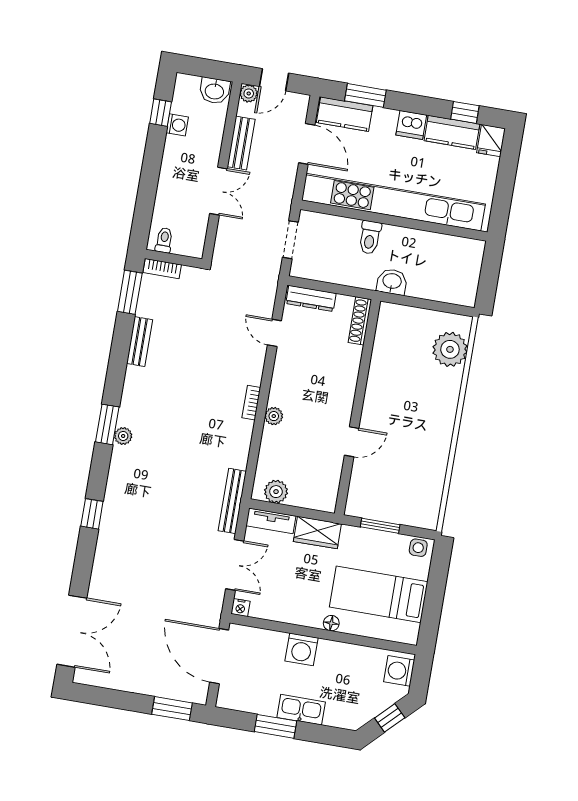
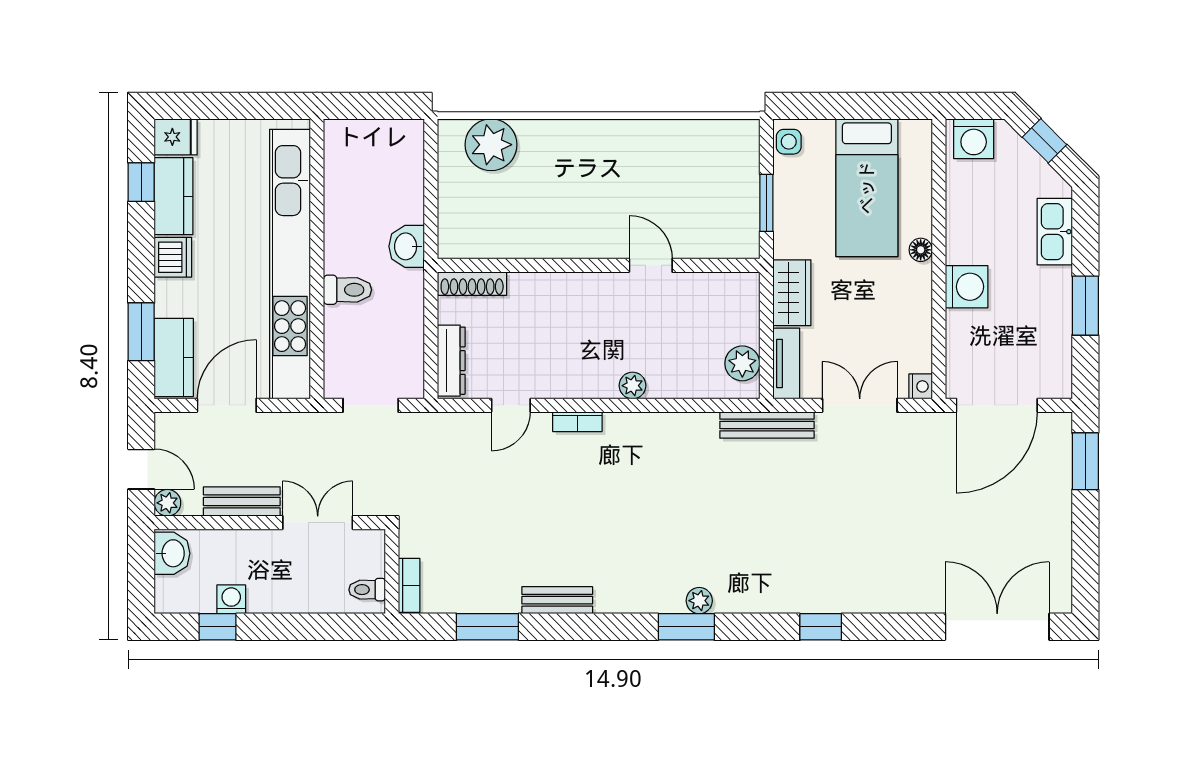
toilet: (164, 240) -> (367, 590), moved
wall: (173, 259) -> (392, 571), moved
bookcase: (162, 269) -> (409, 585), moved
bookcase: (251, 403) -> (577, 422), moved
kitchen sink: (301, 710) -> (1055, 232), moved

